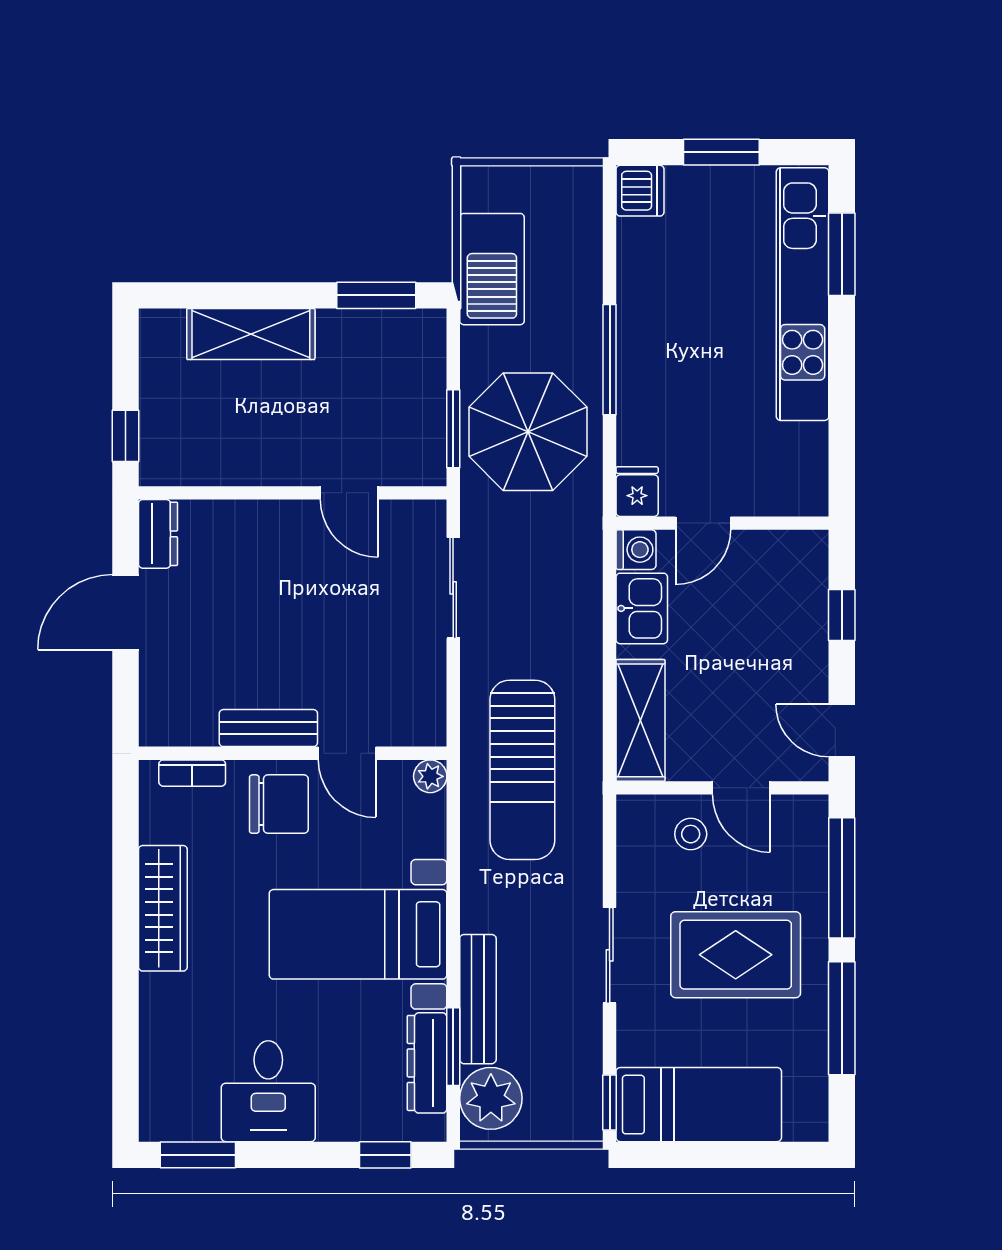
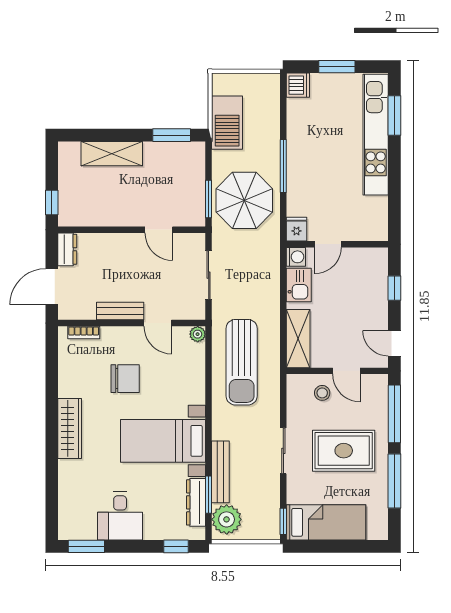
bench: (268, 728) -> (120, 311), moved
wall: (293, 753) -> (132, 323), moved
door: (347, 753) -> (158, 323), moved
bookcase: (192, 773) -> (84, 333), moved
plant: (430, 776) -> (198, 334), moved

